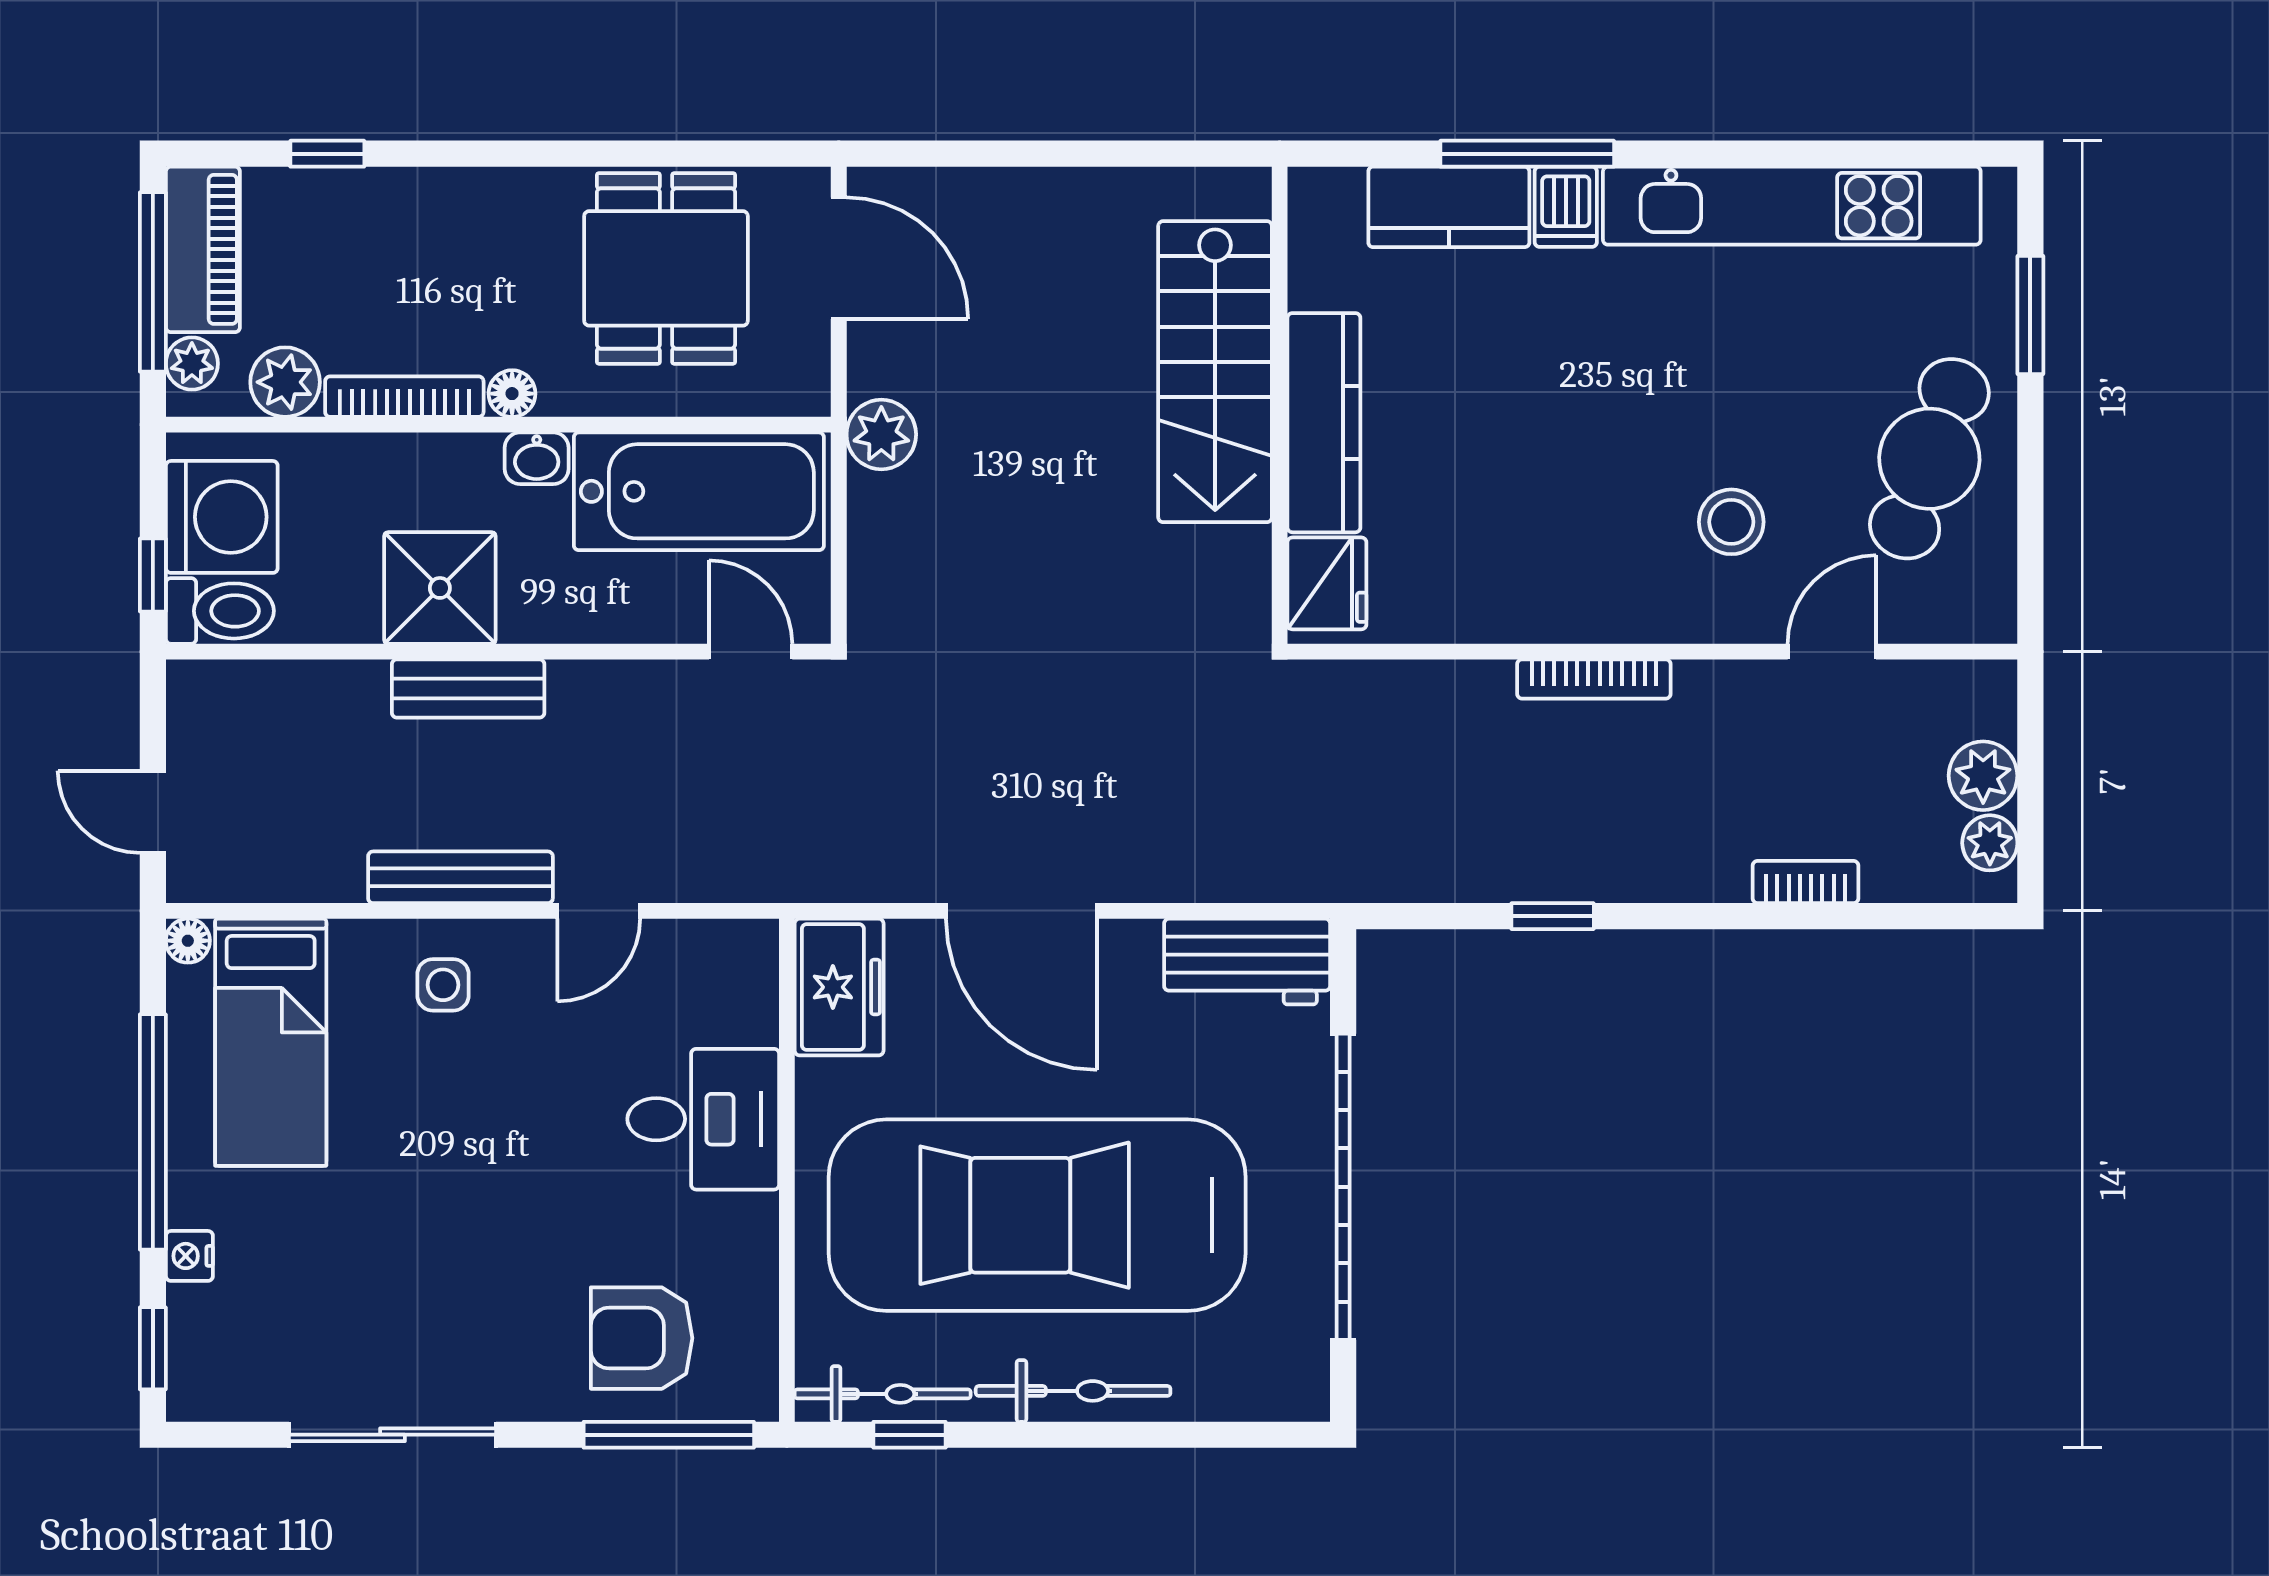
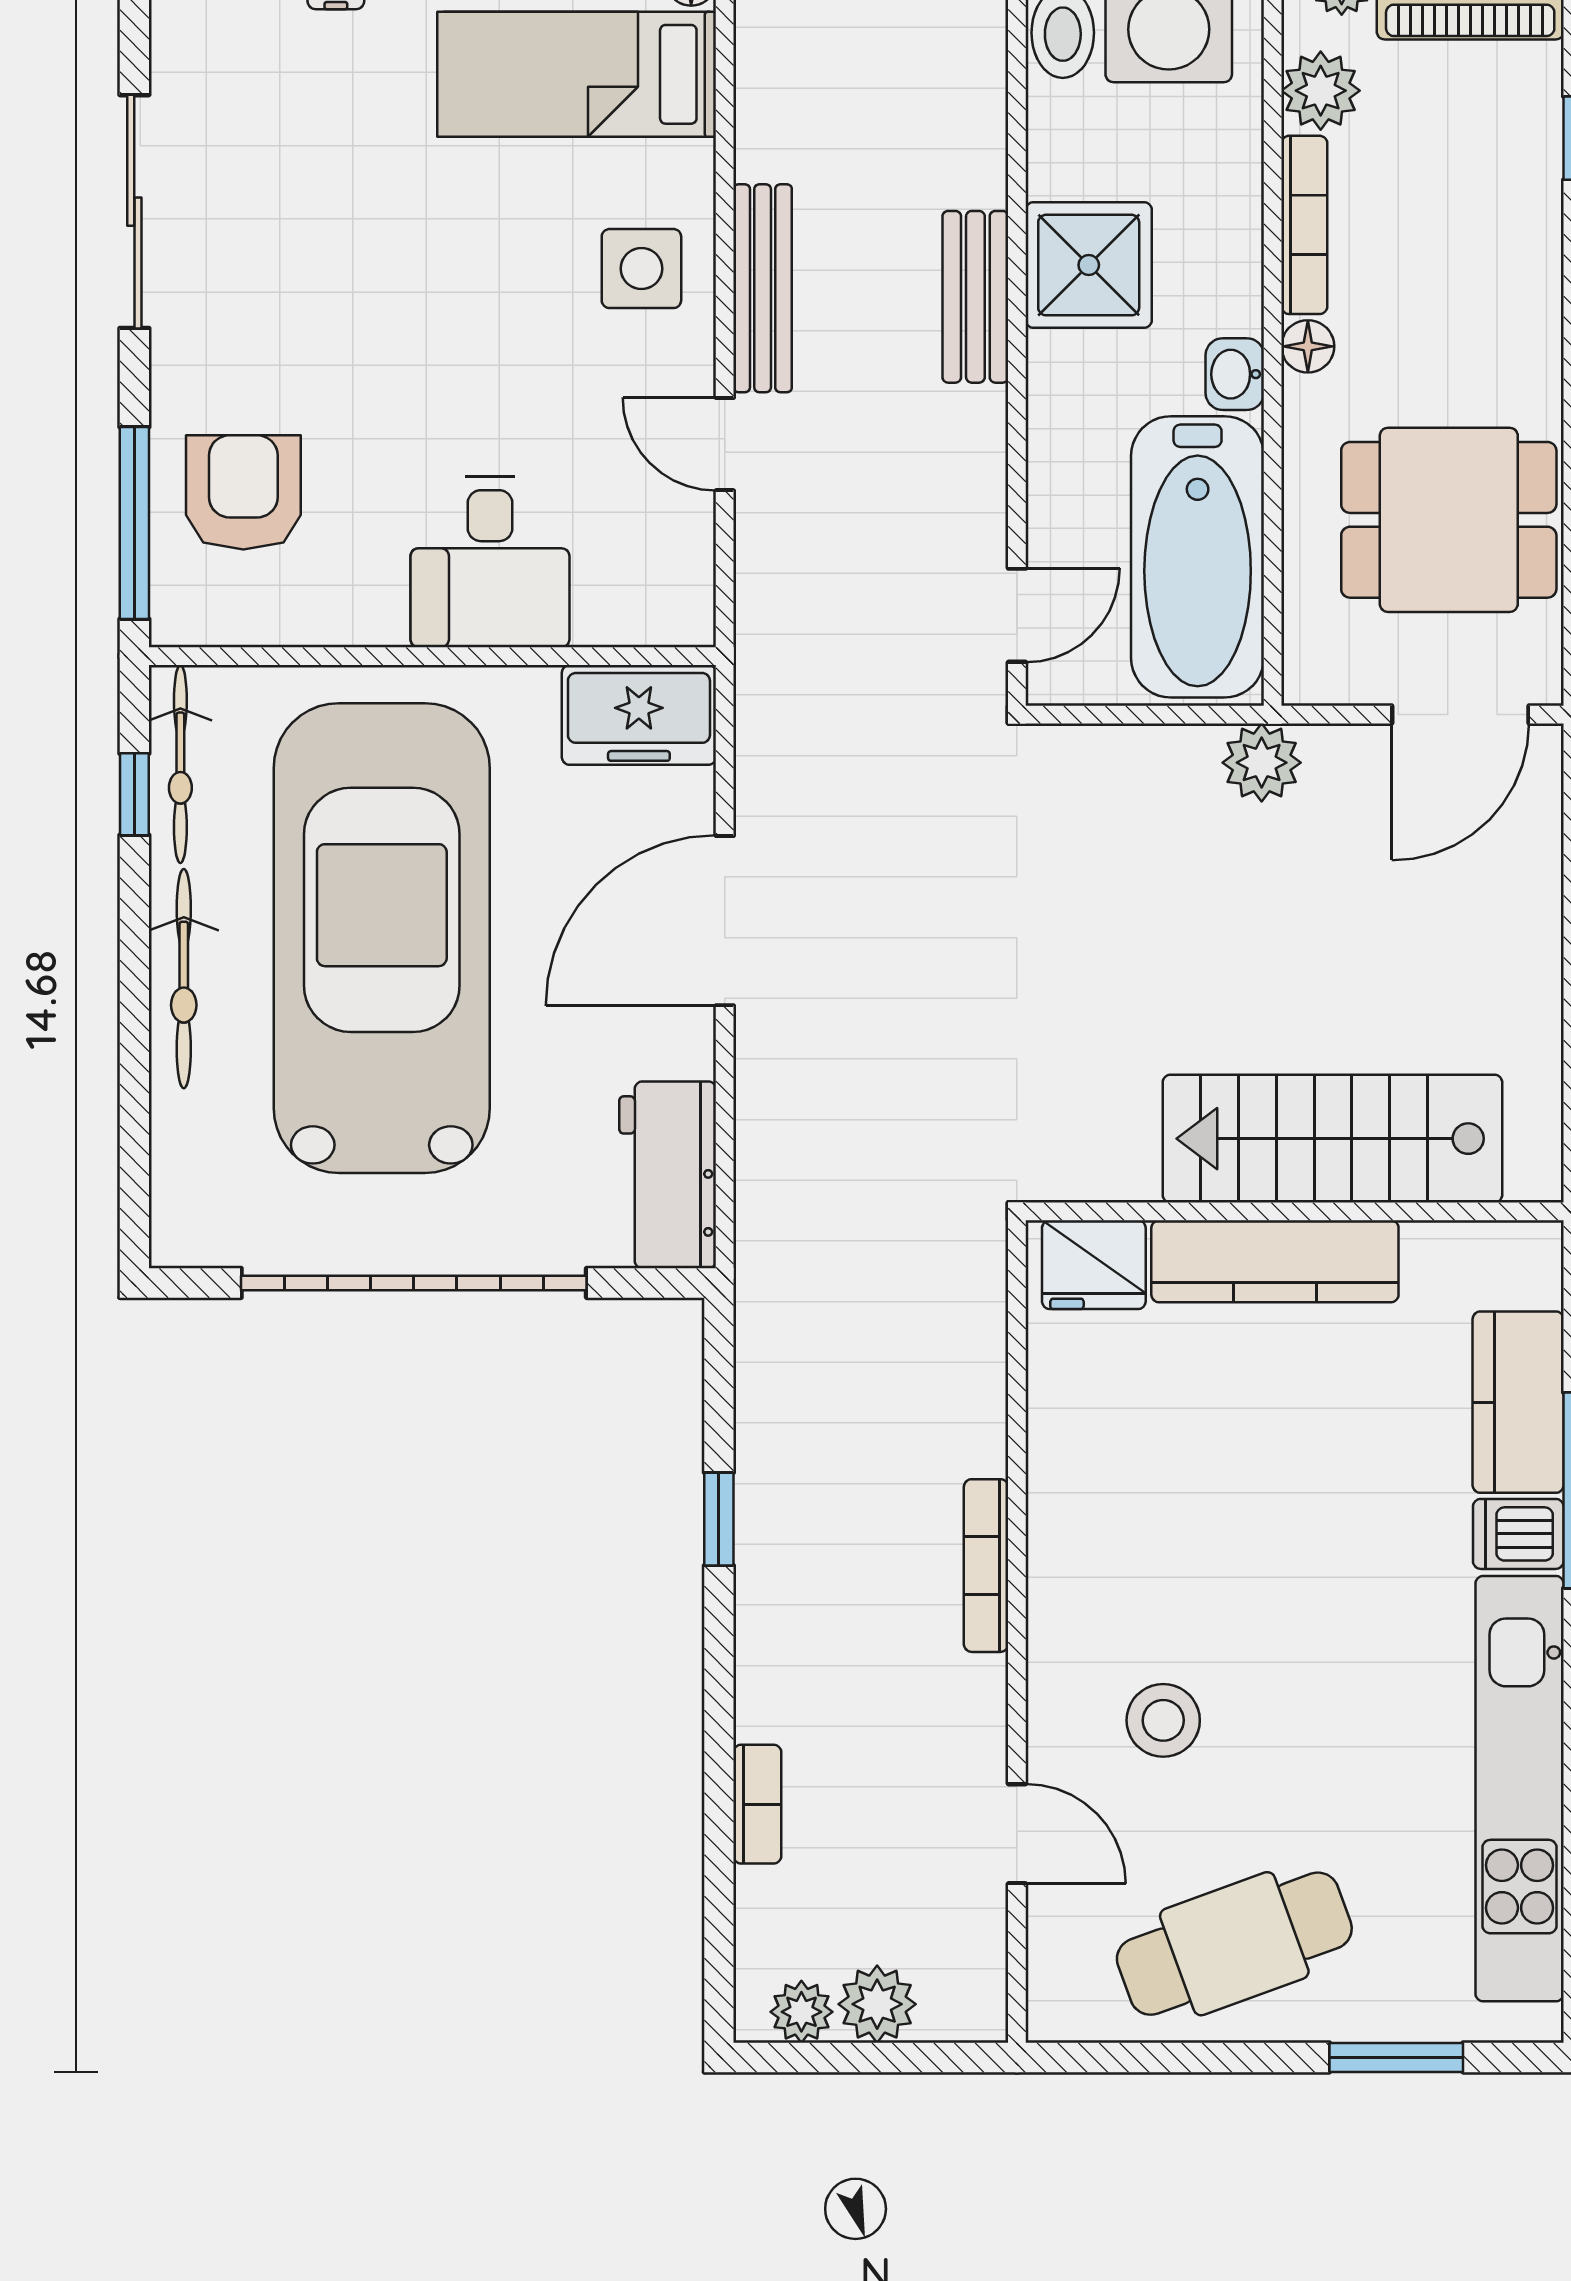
cafe table: (1929, 459) -> (1234, 1944), turned -40
side table: (443, 985) -> (641, 269), width x1.37, depth x1.37

